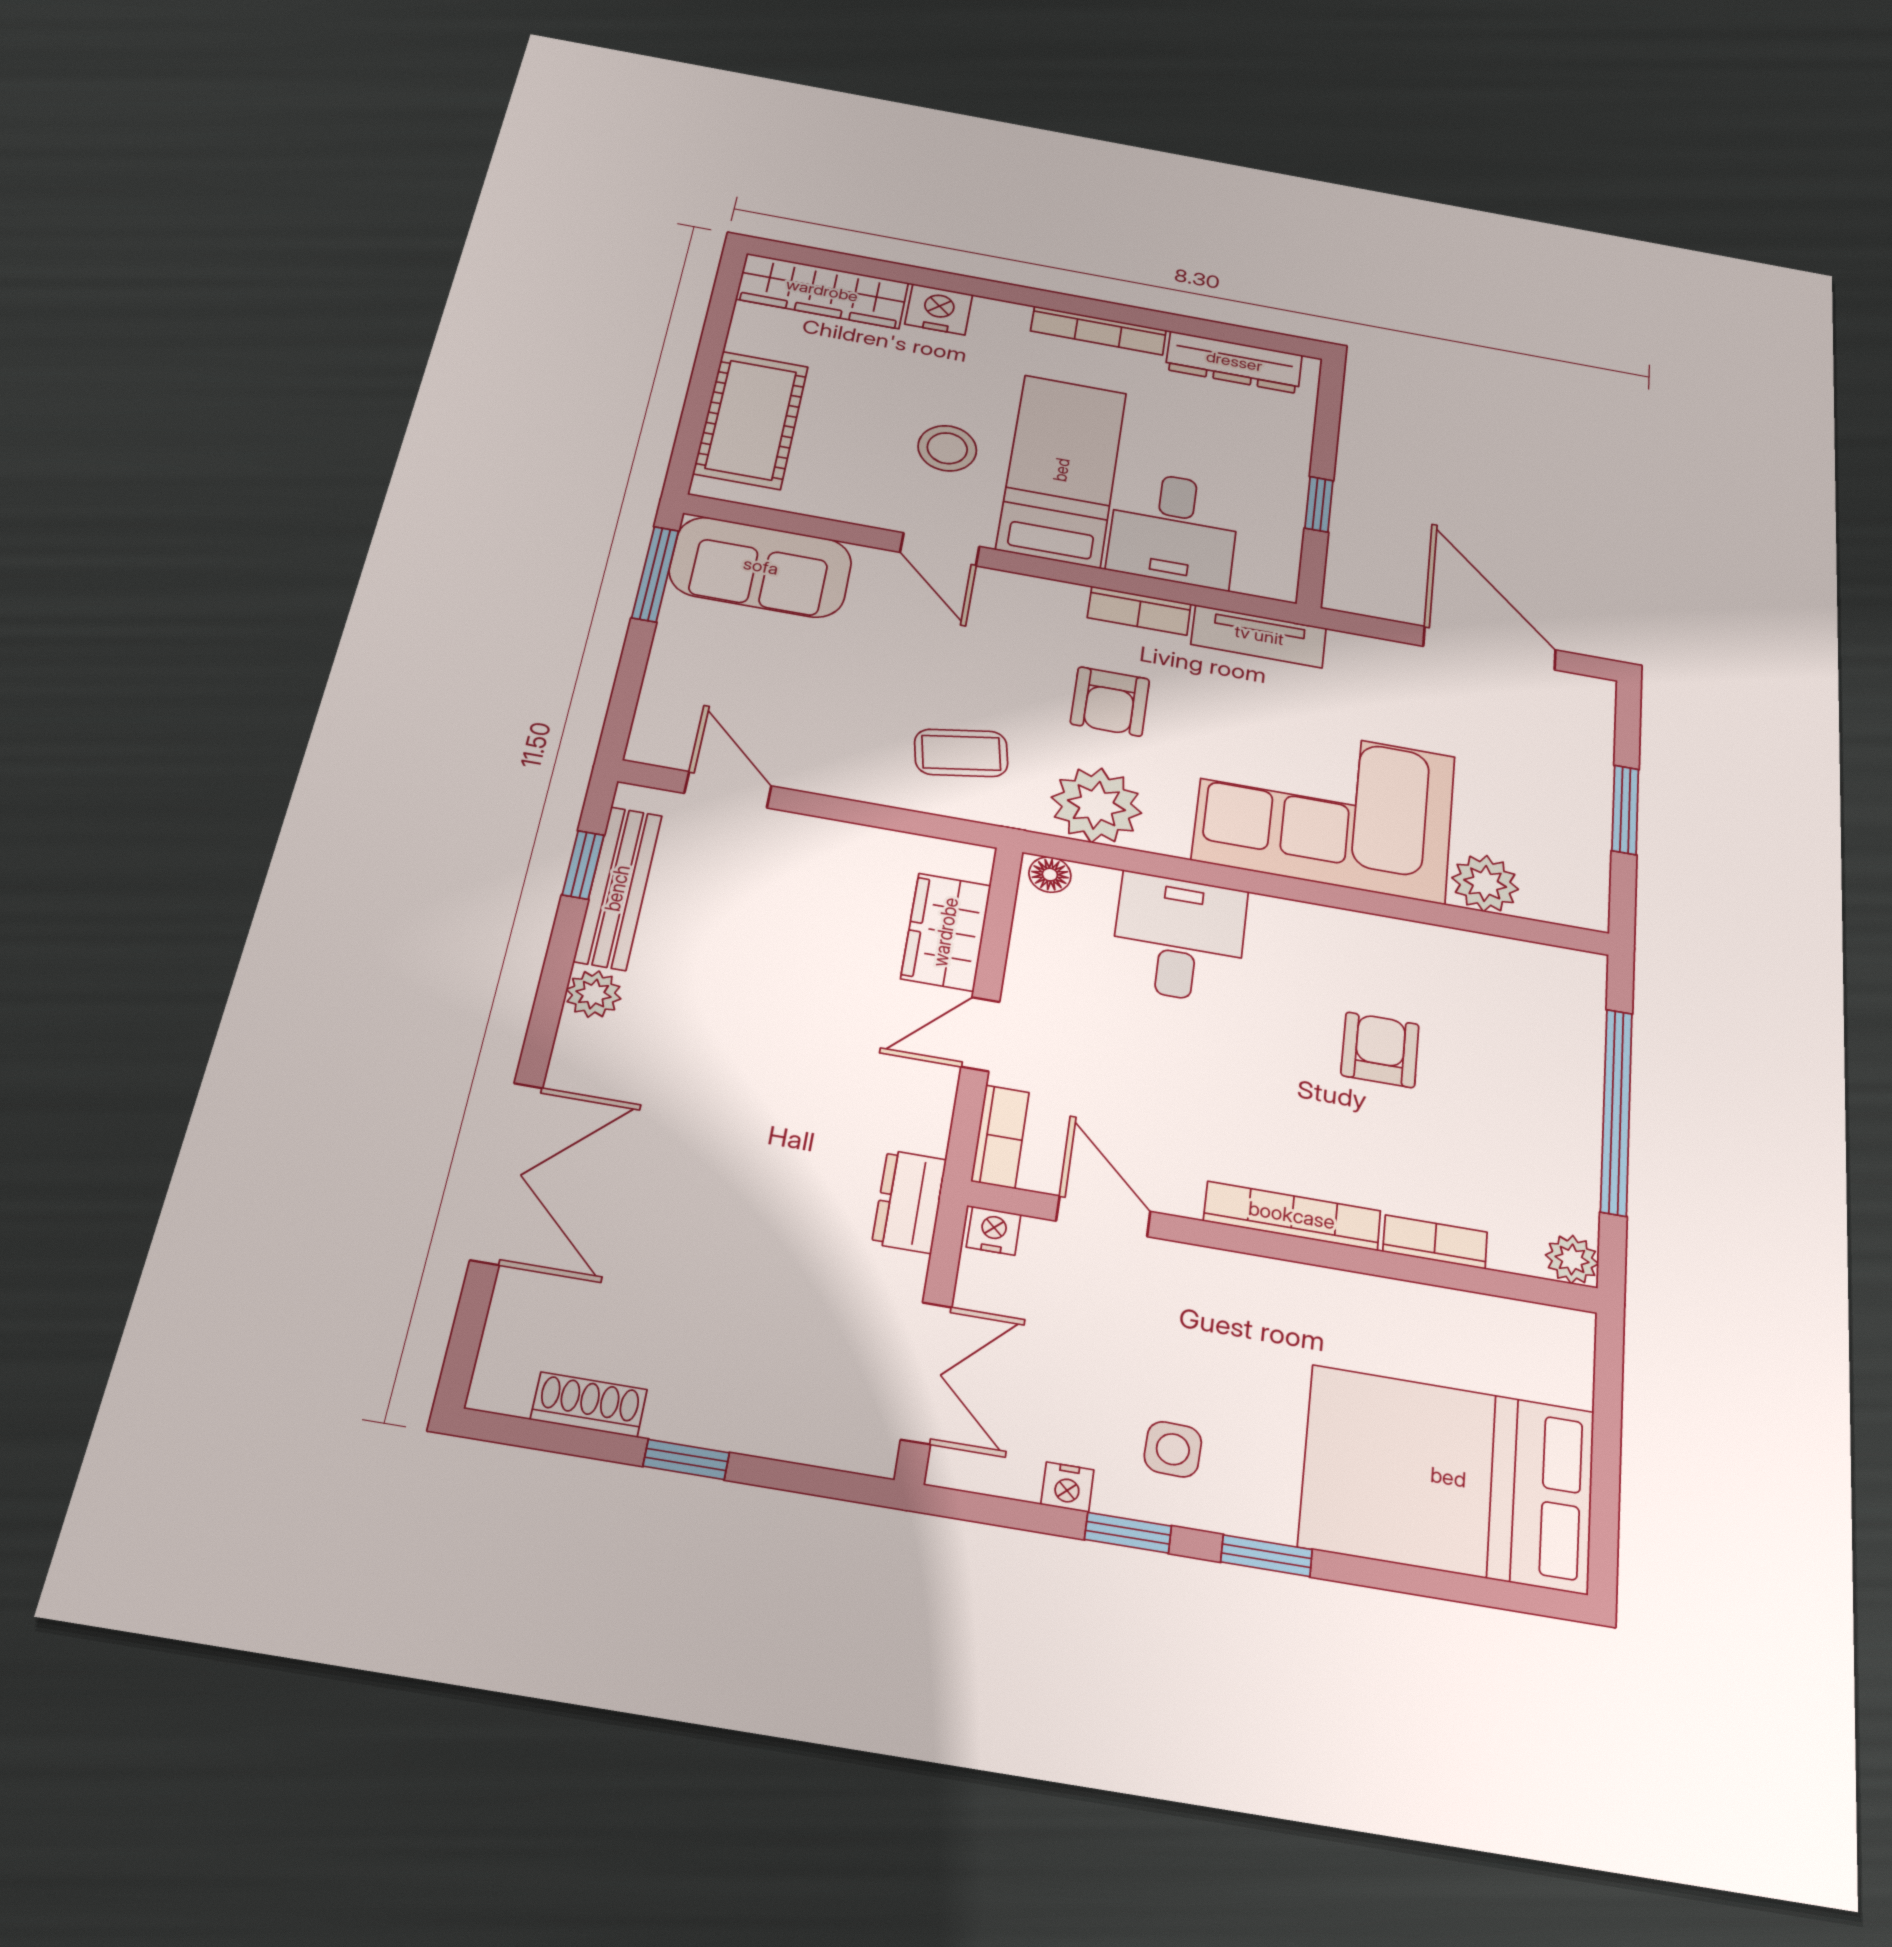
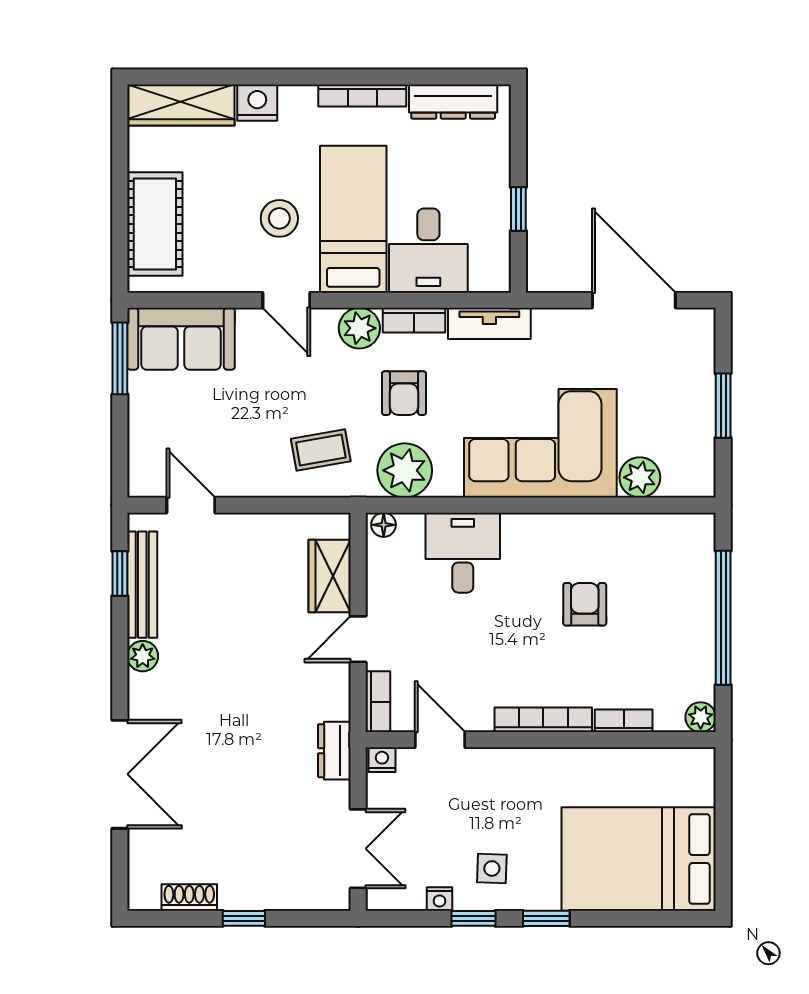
plant: (1050, 605) -> (359, 328), added

